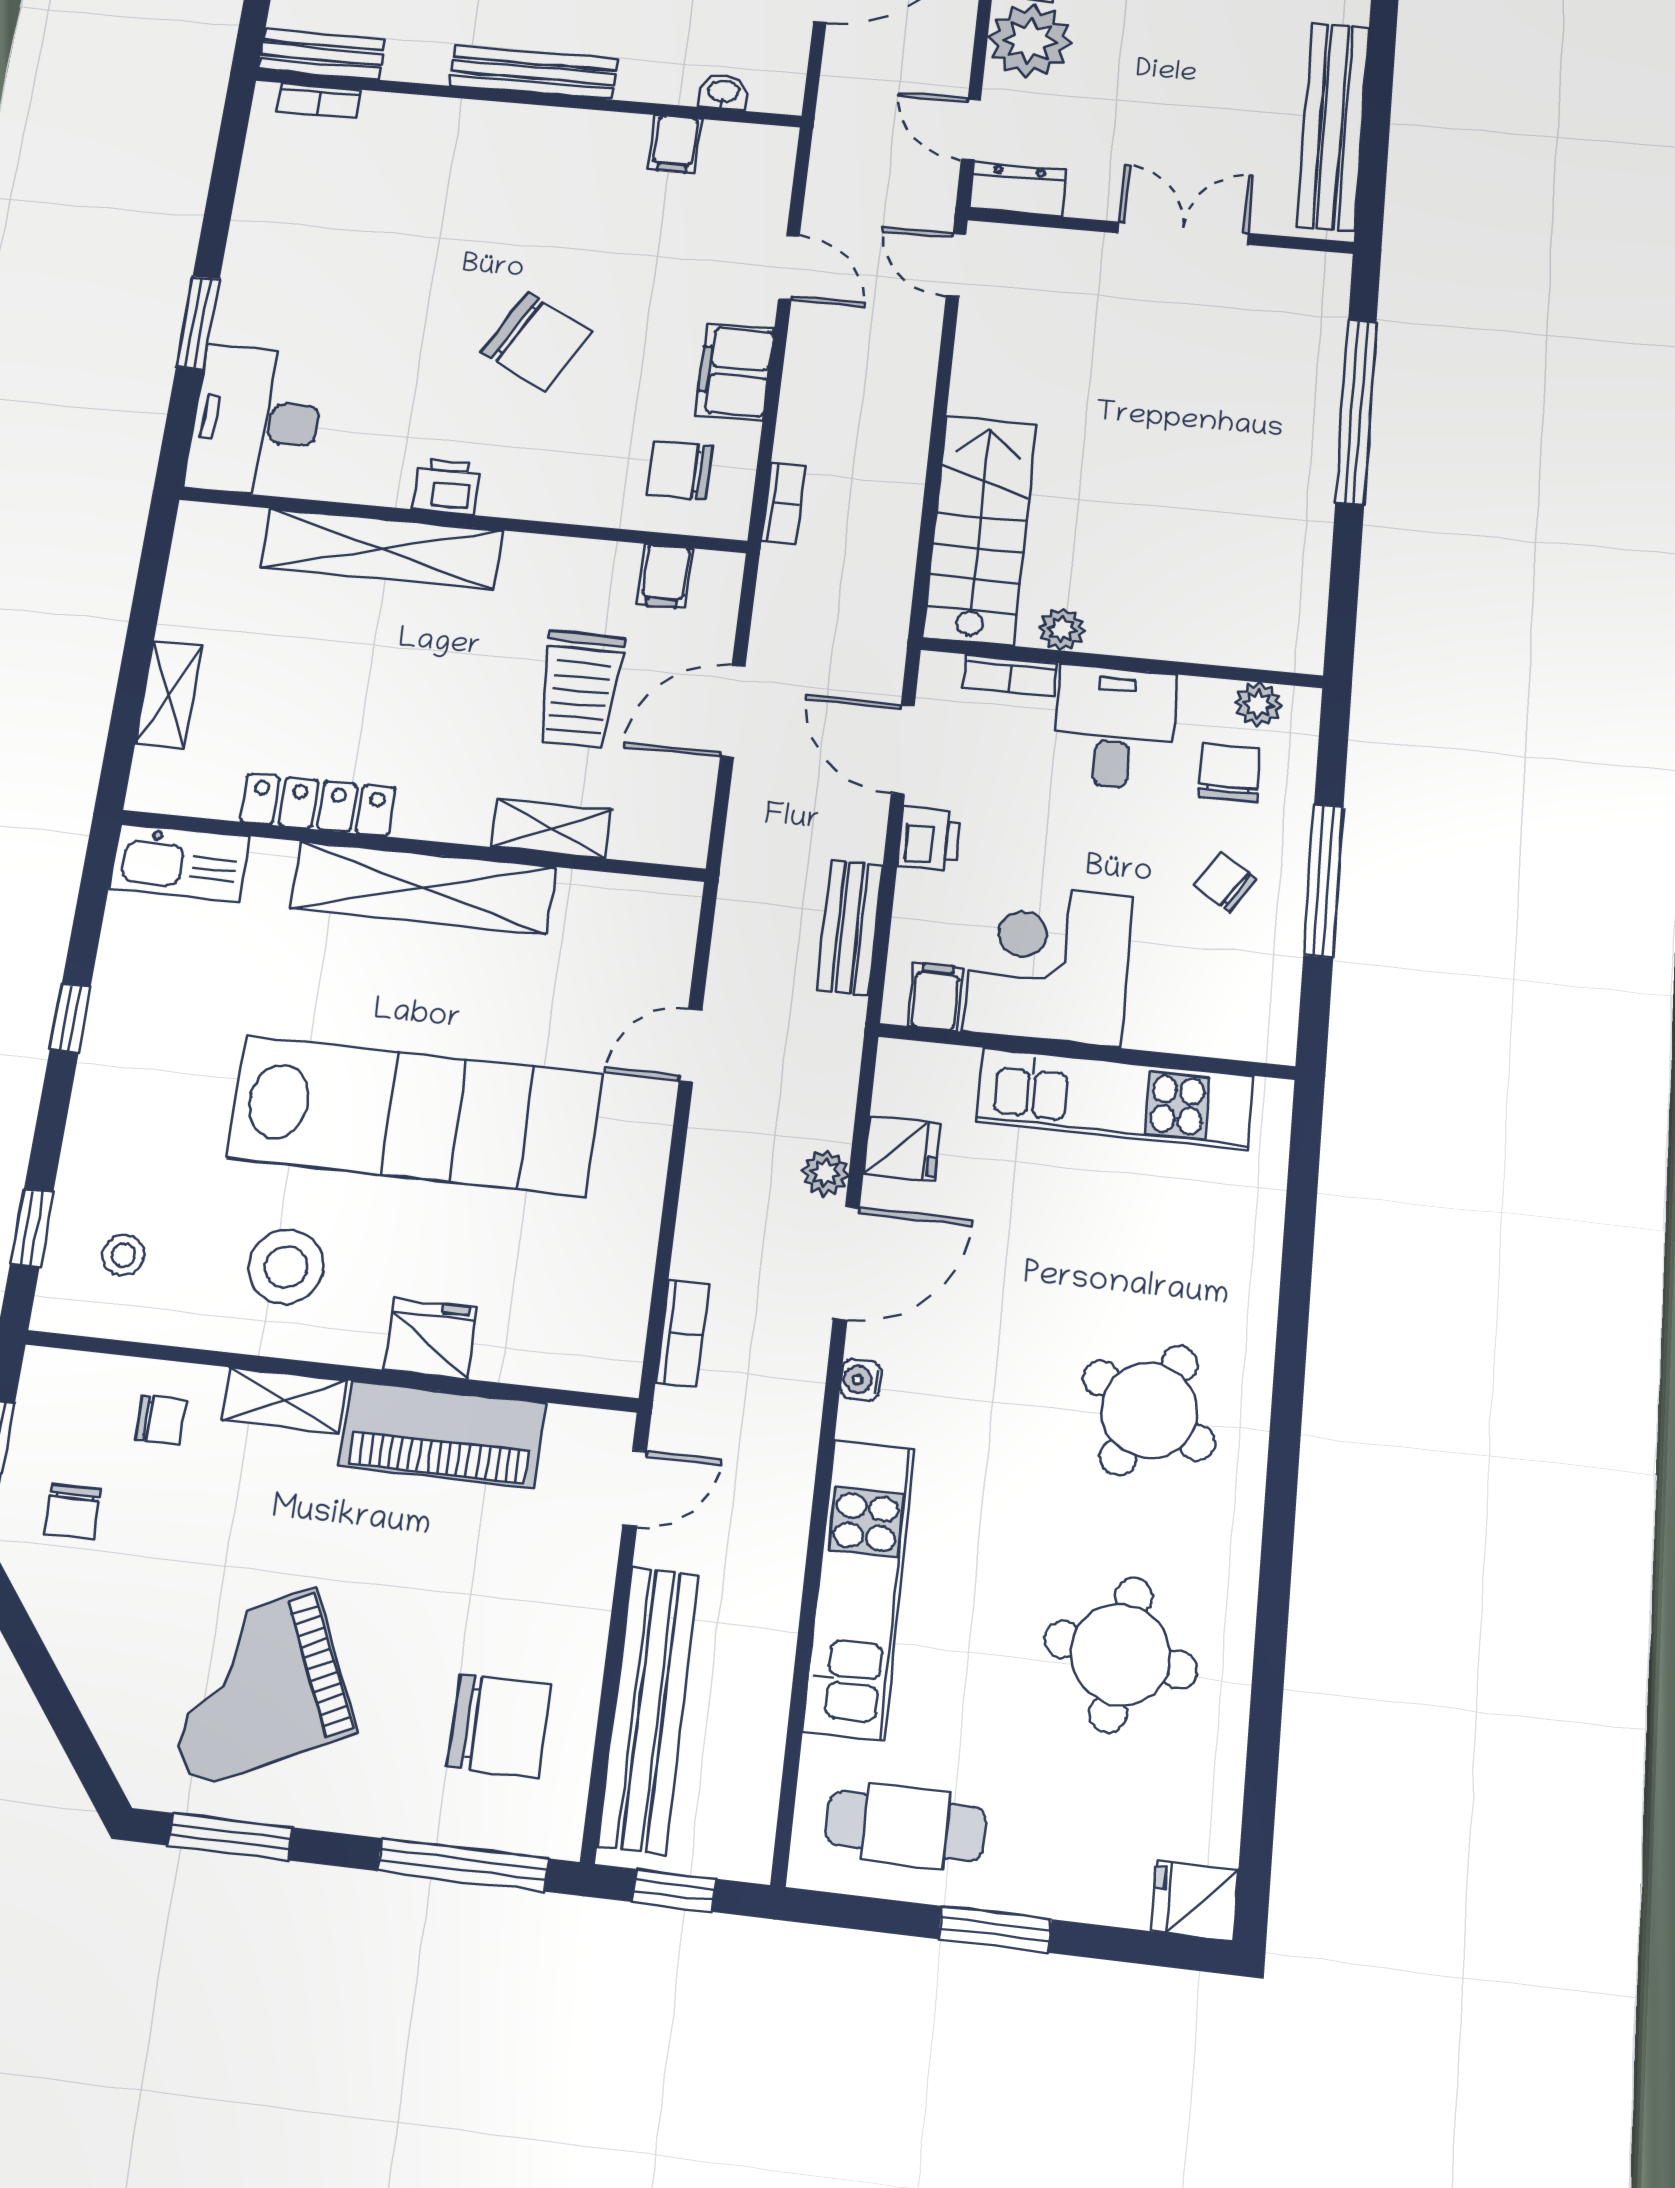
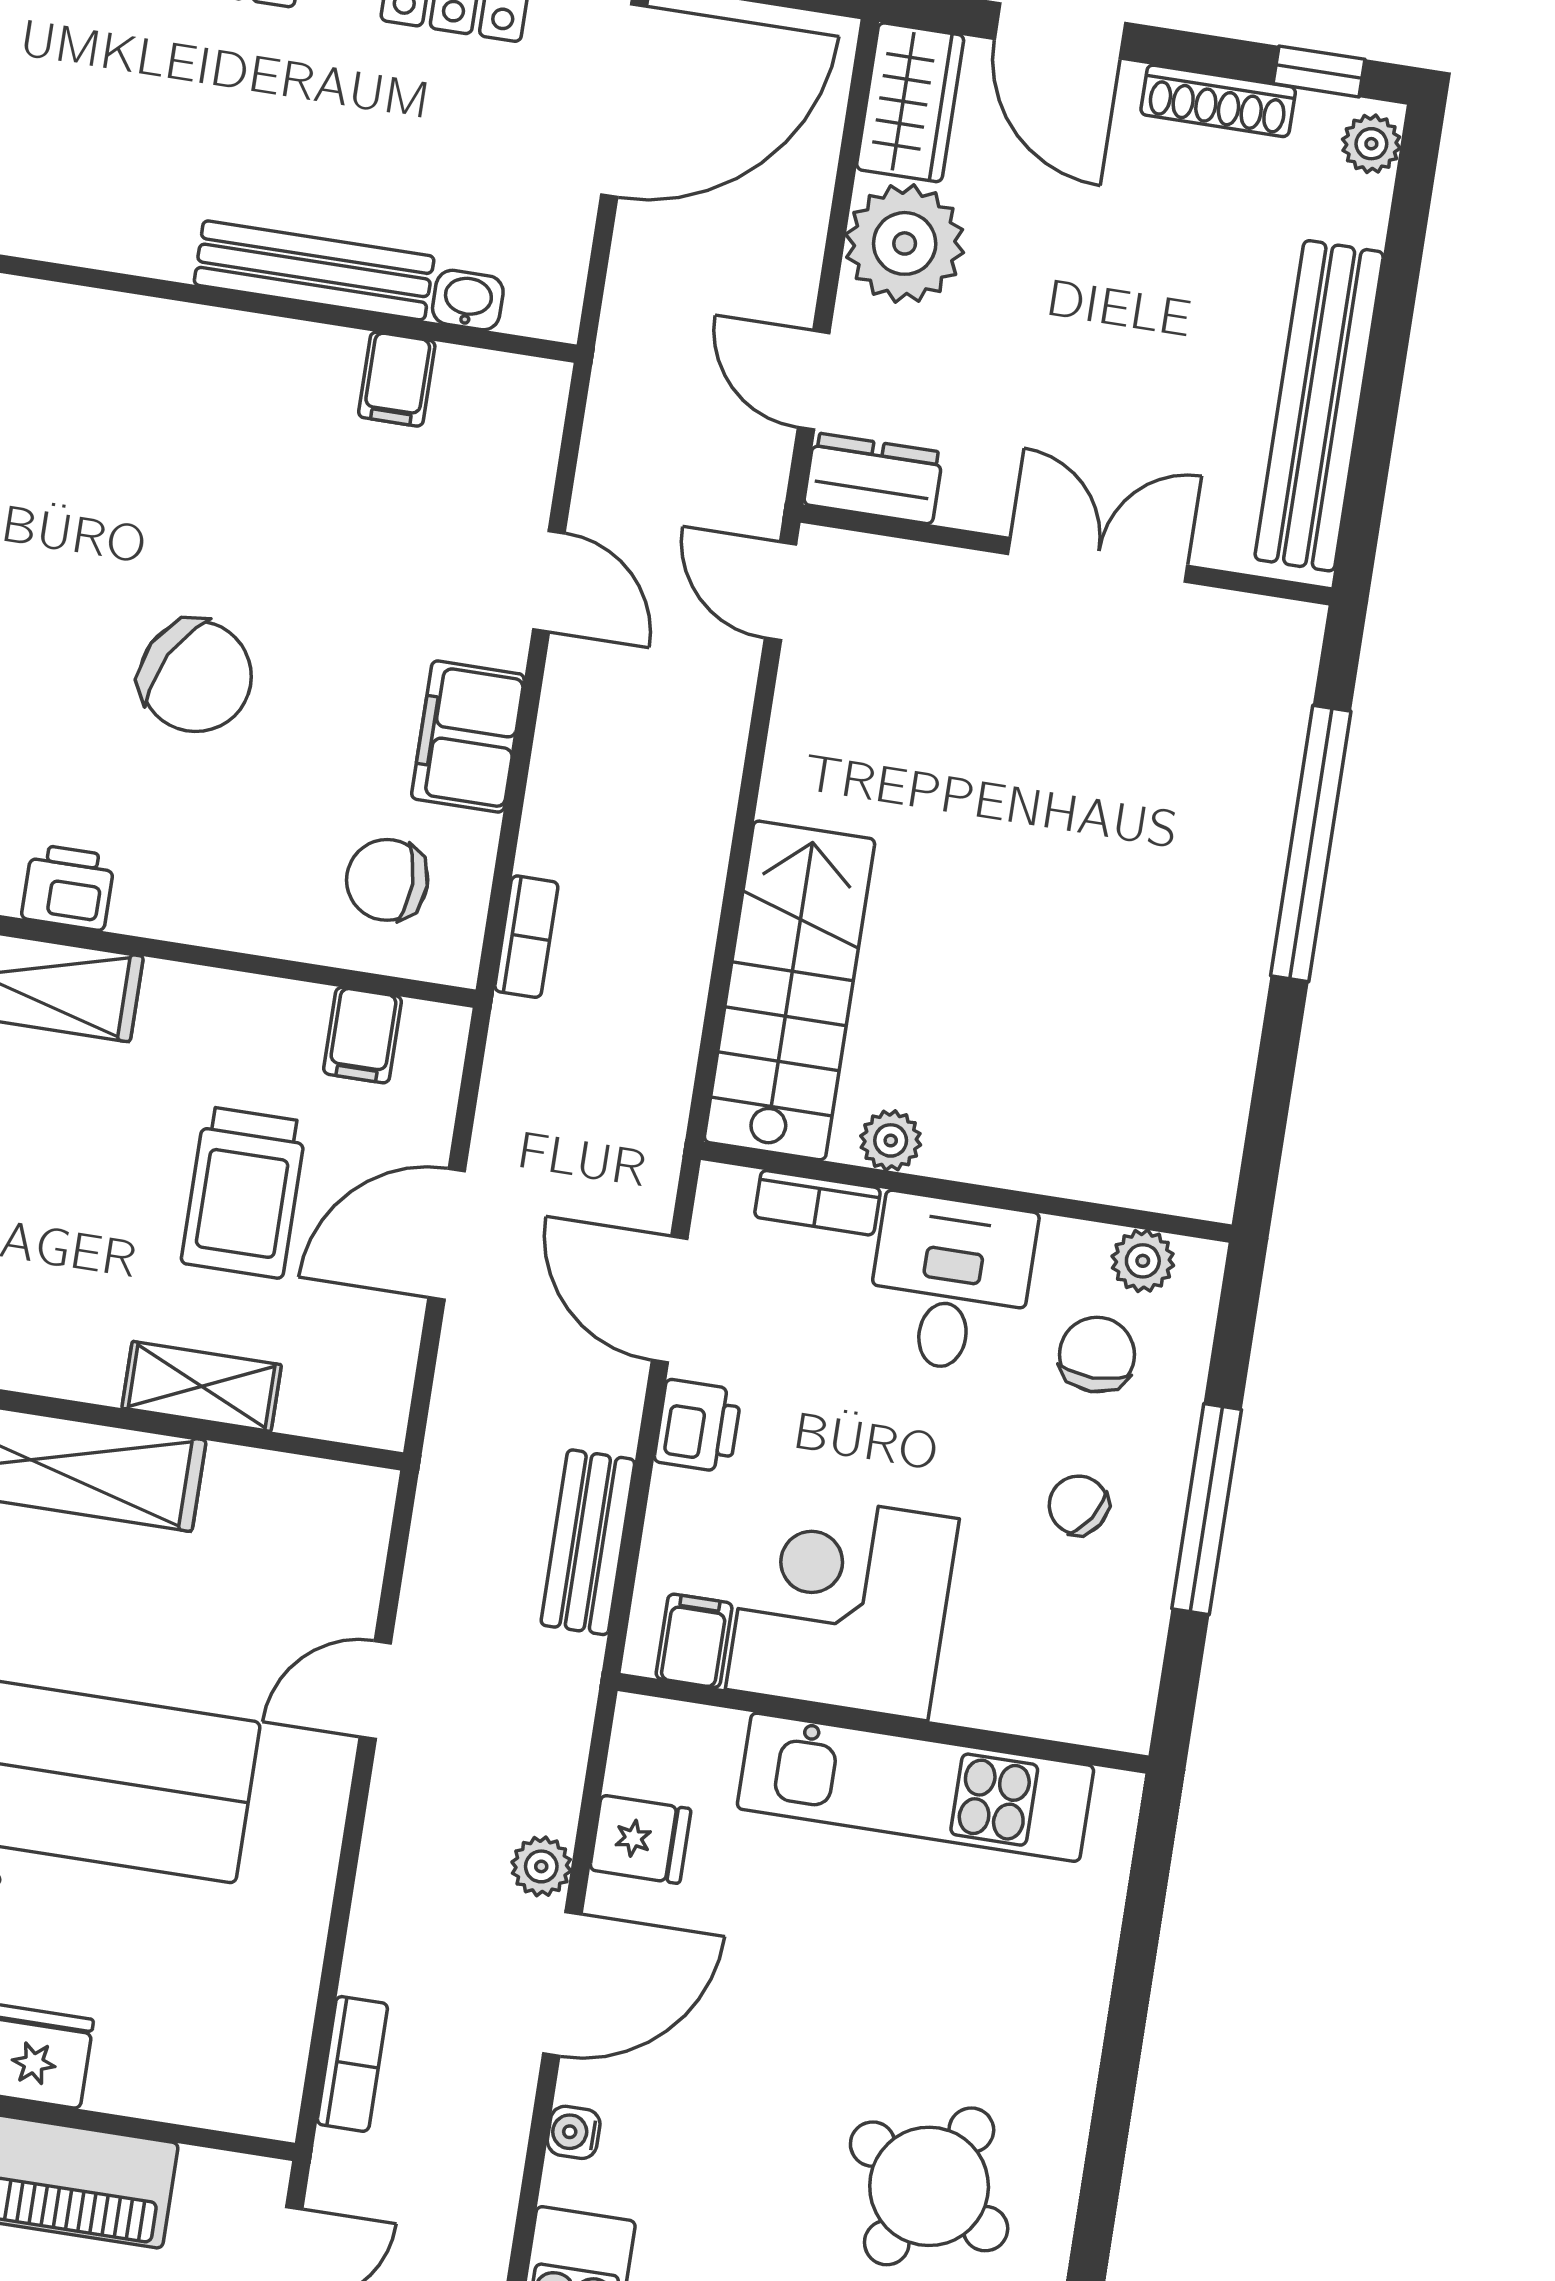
bench: (533, 73) -> (314, 270), moved

